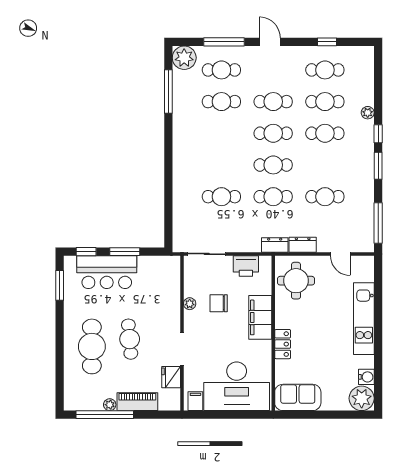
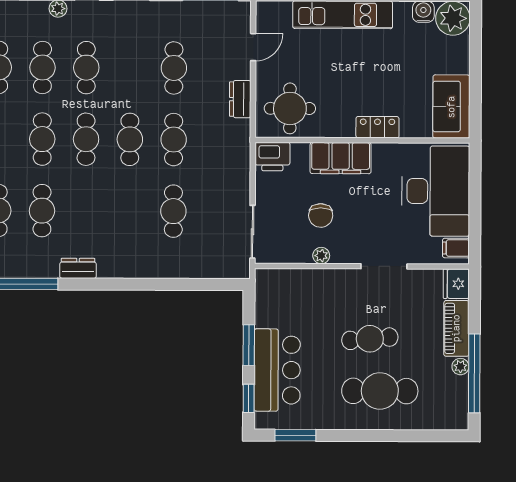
dresser: (275, 245) -> (78, 268), moved, turned 90
printer: (246, 266) -> (272, 156), moved, turned 90
fridge: (171, 377) -> (456, 284), moved, turned 90

